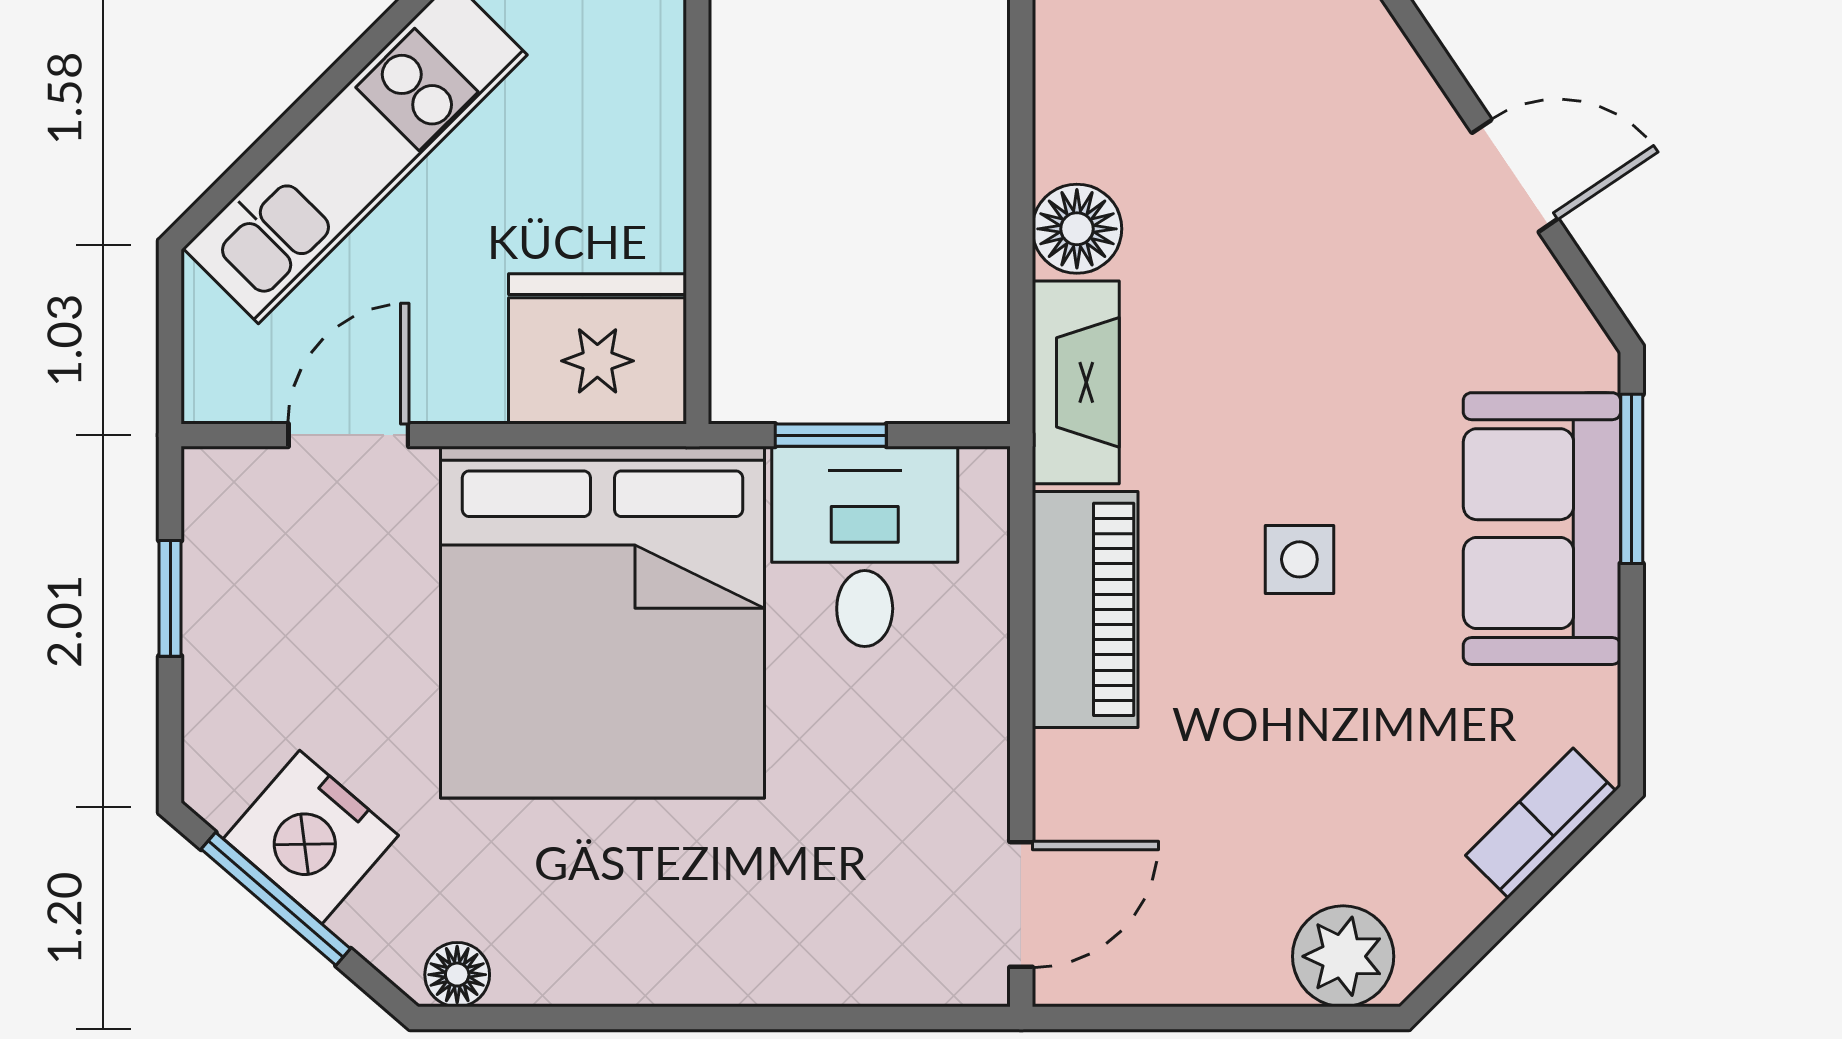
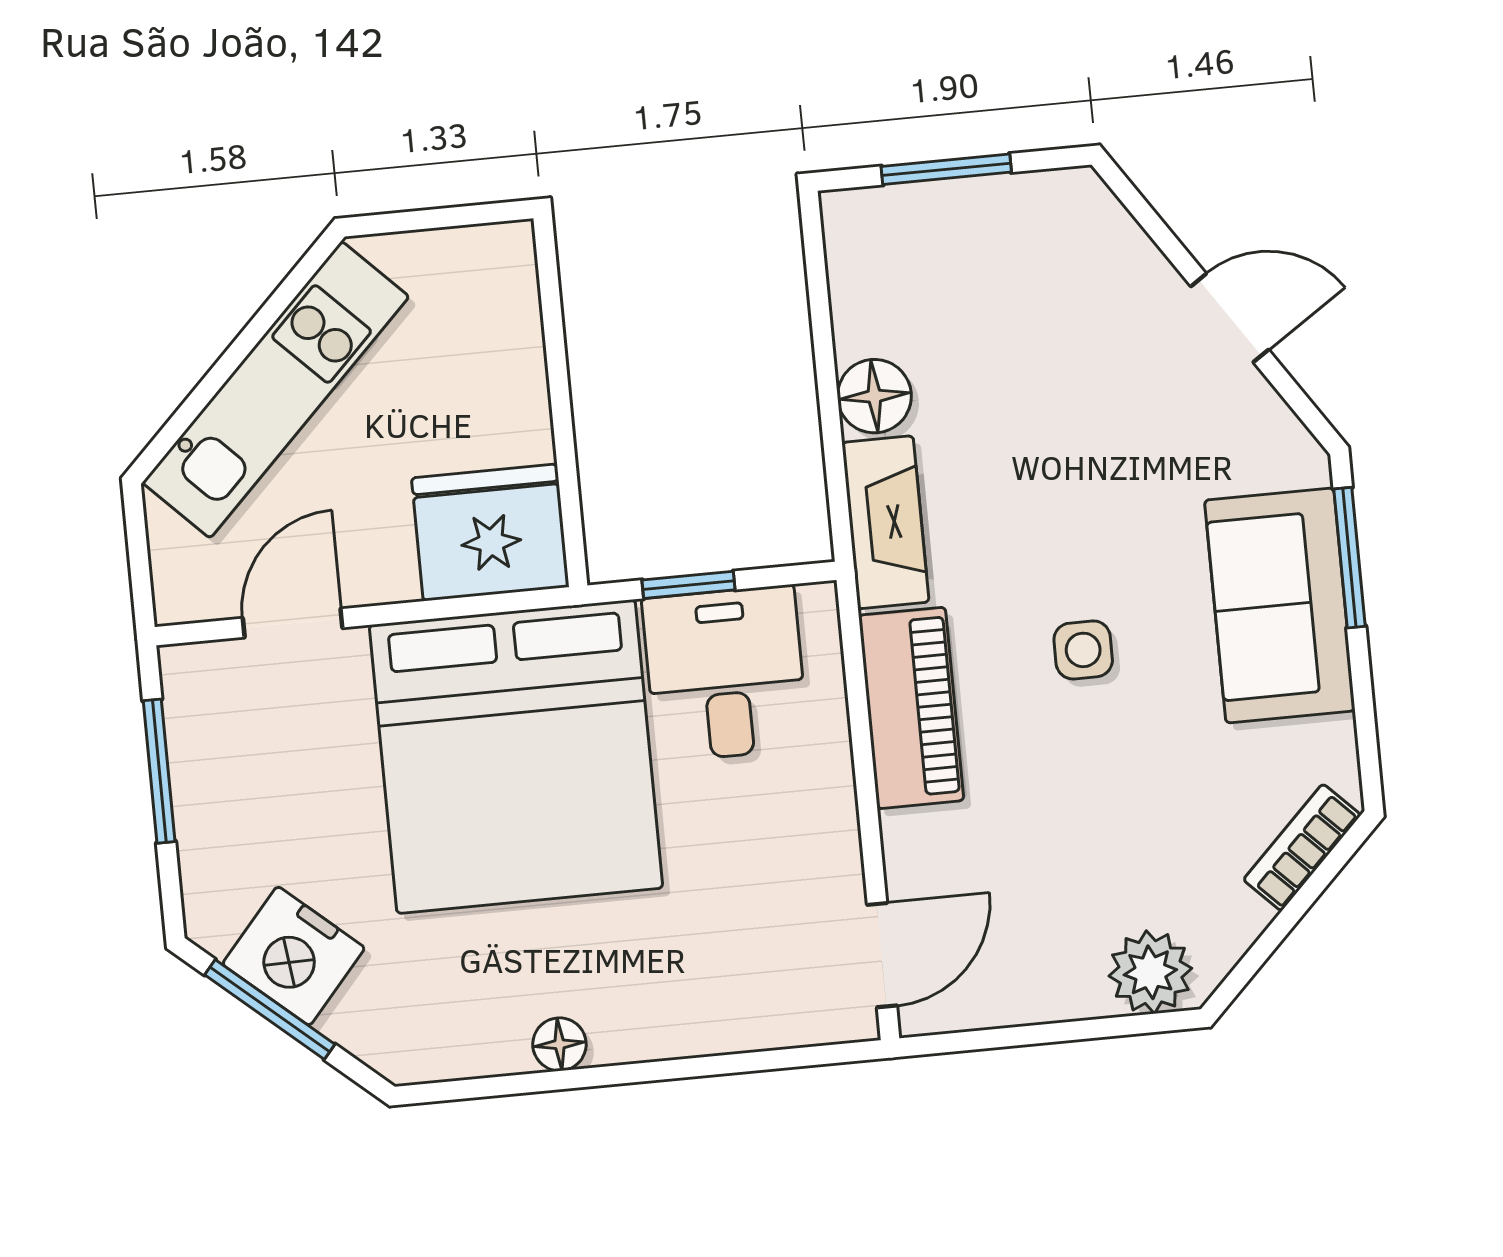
window: (170, 598) -> (159, 771), width x1.50
floor lamp: (457, 975) -> (559, 1044), moved

